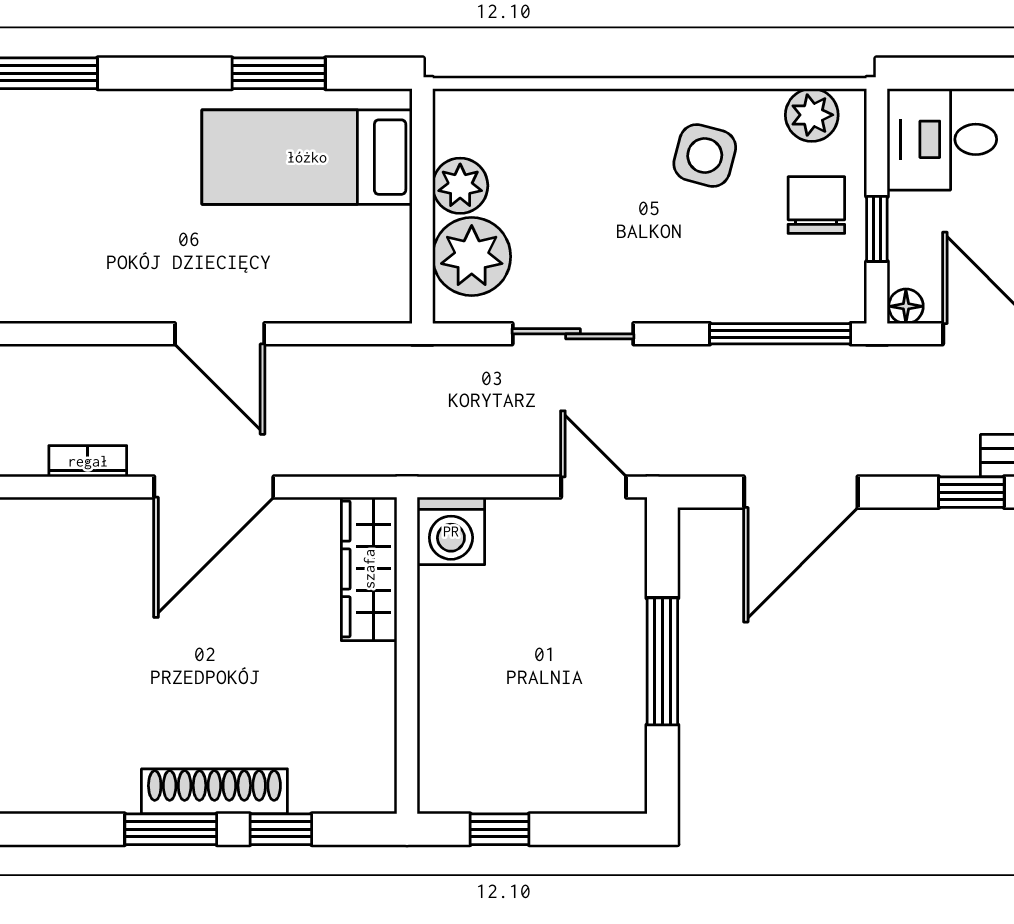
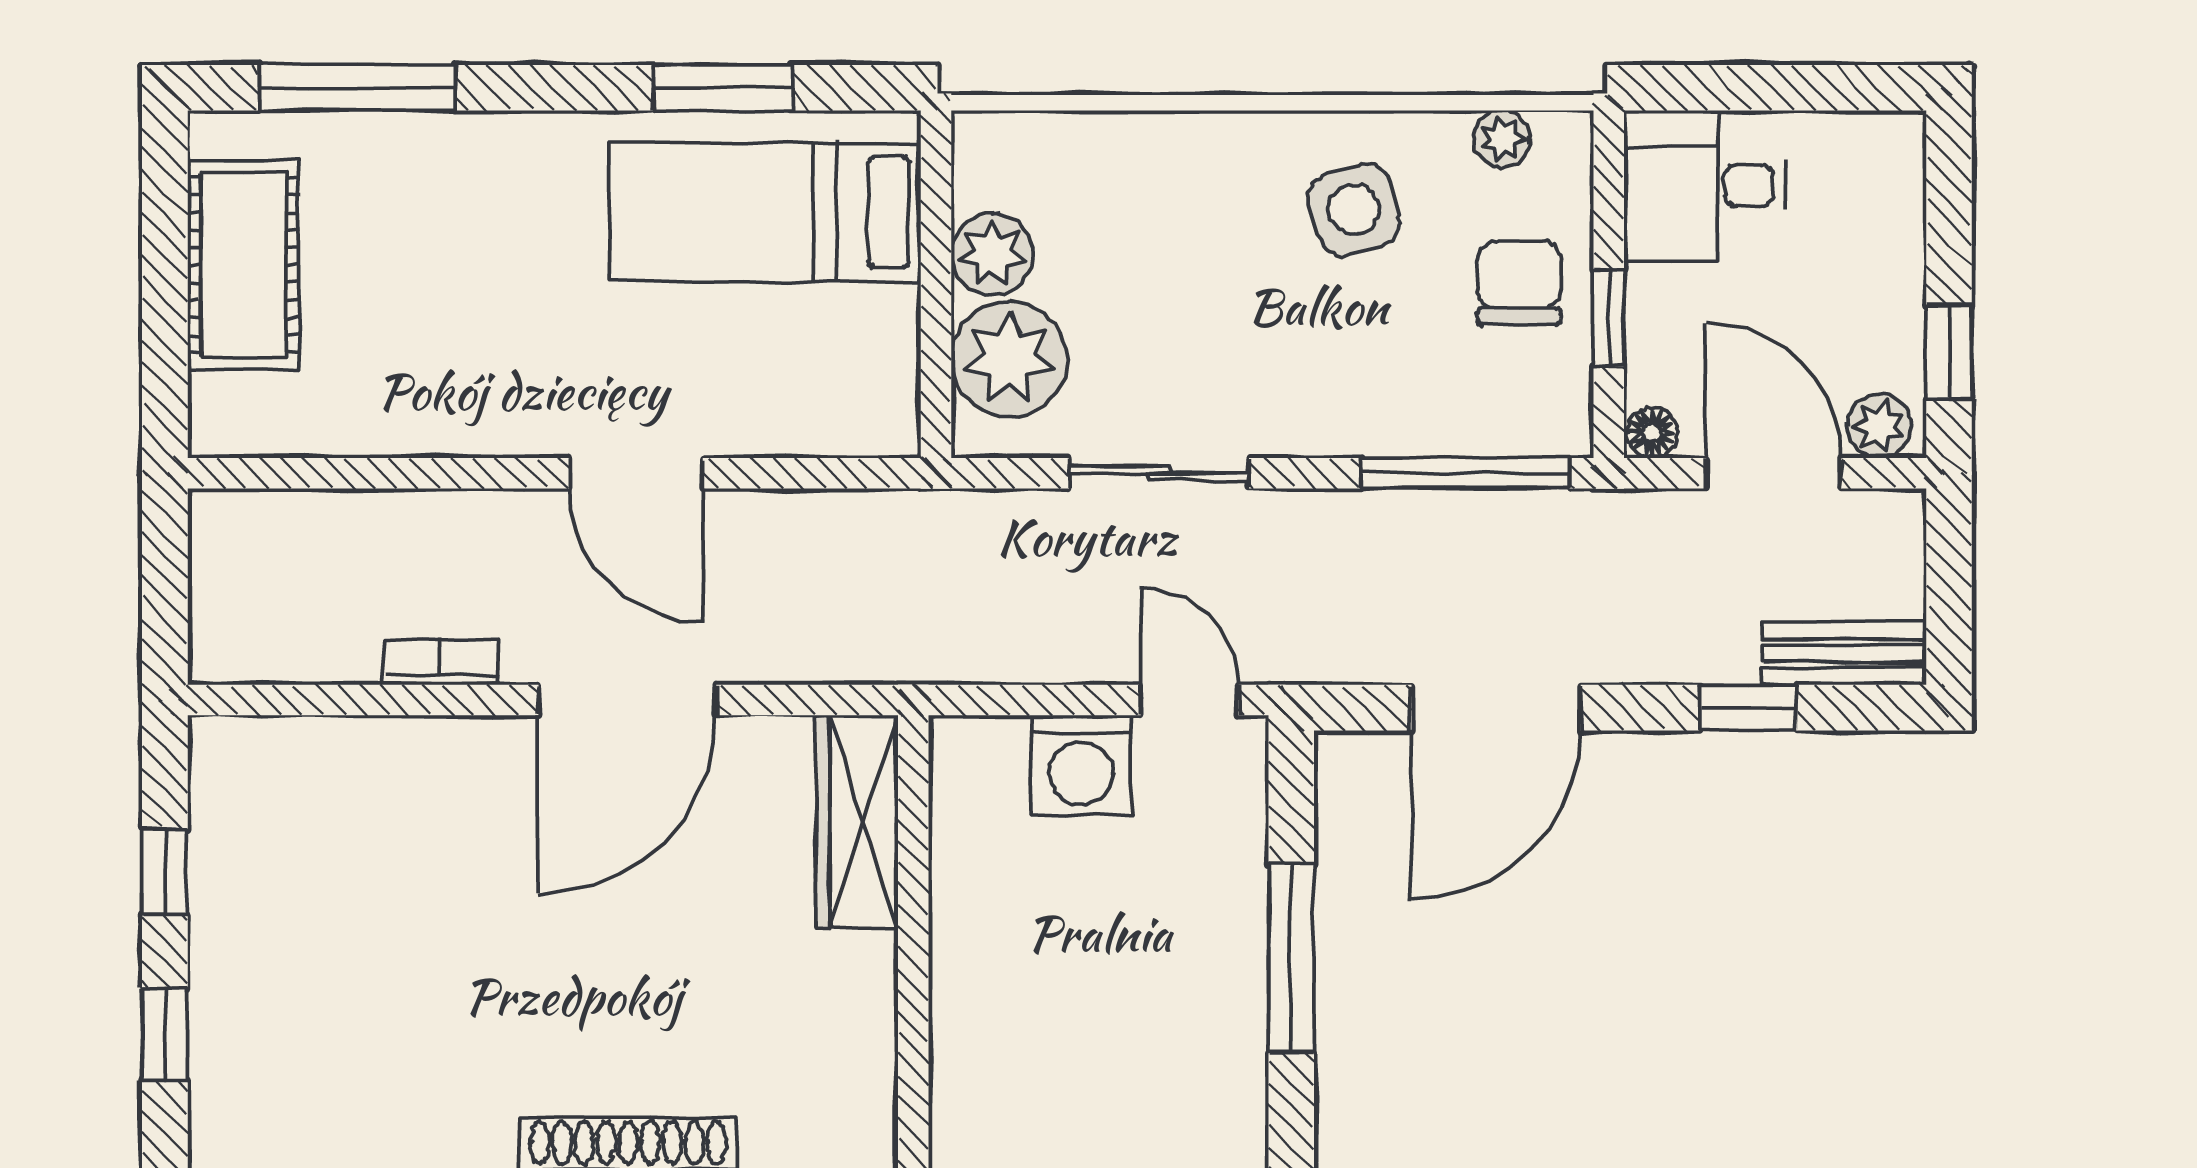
plant: (812, 115) -> (1502, 139), width x0.73, depth x0.73
side table: (705, 155) -> (1354, 209), turned -31
washing machine: (451, 531) -> (1081, 765), moved

